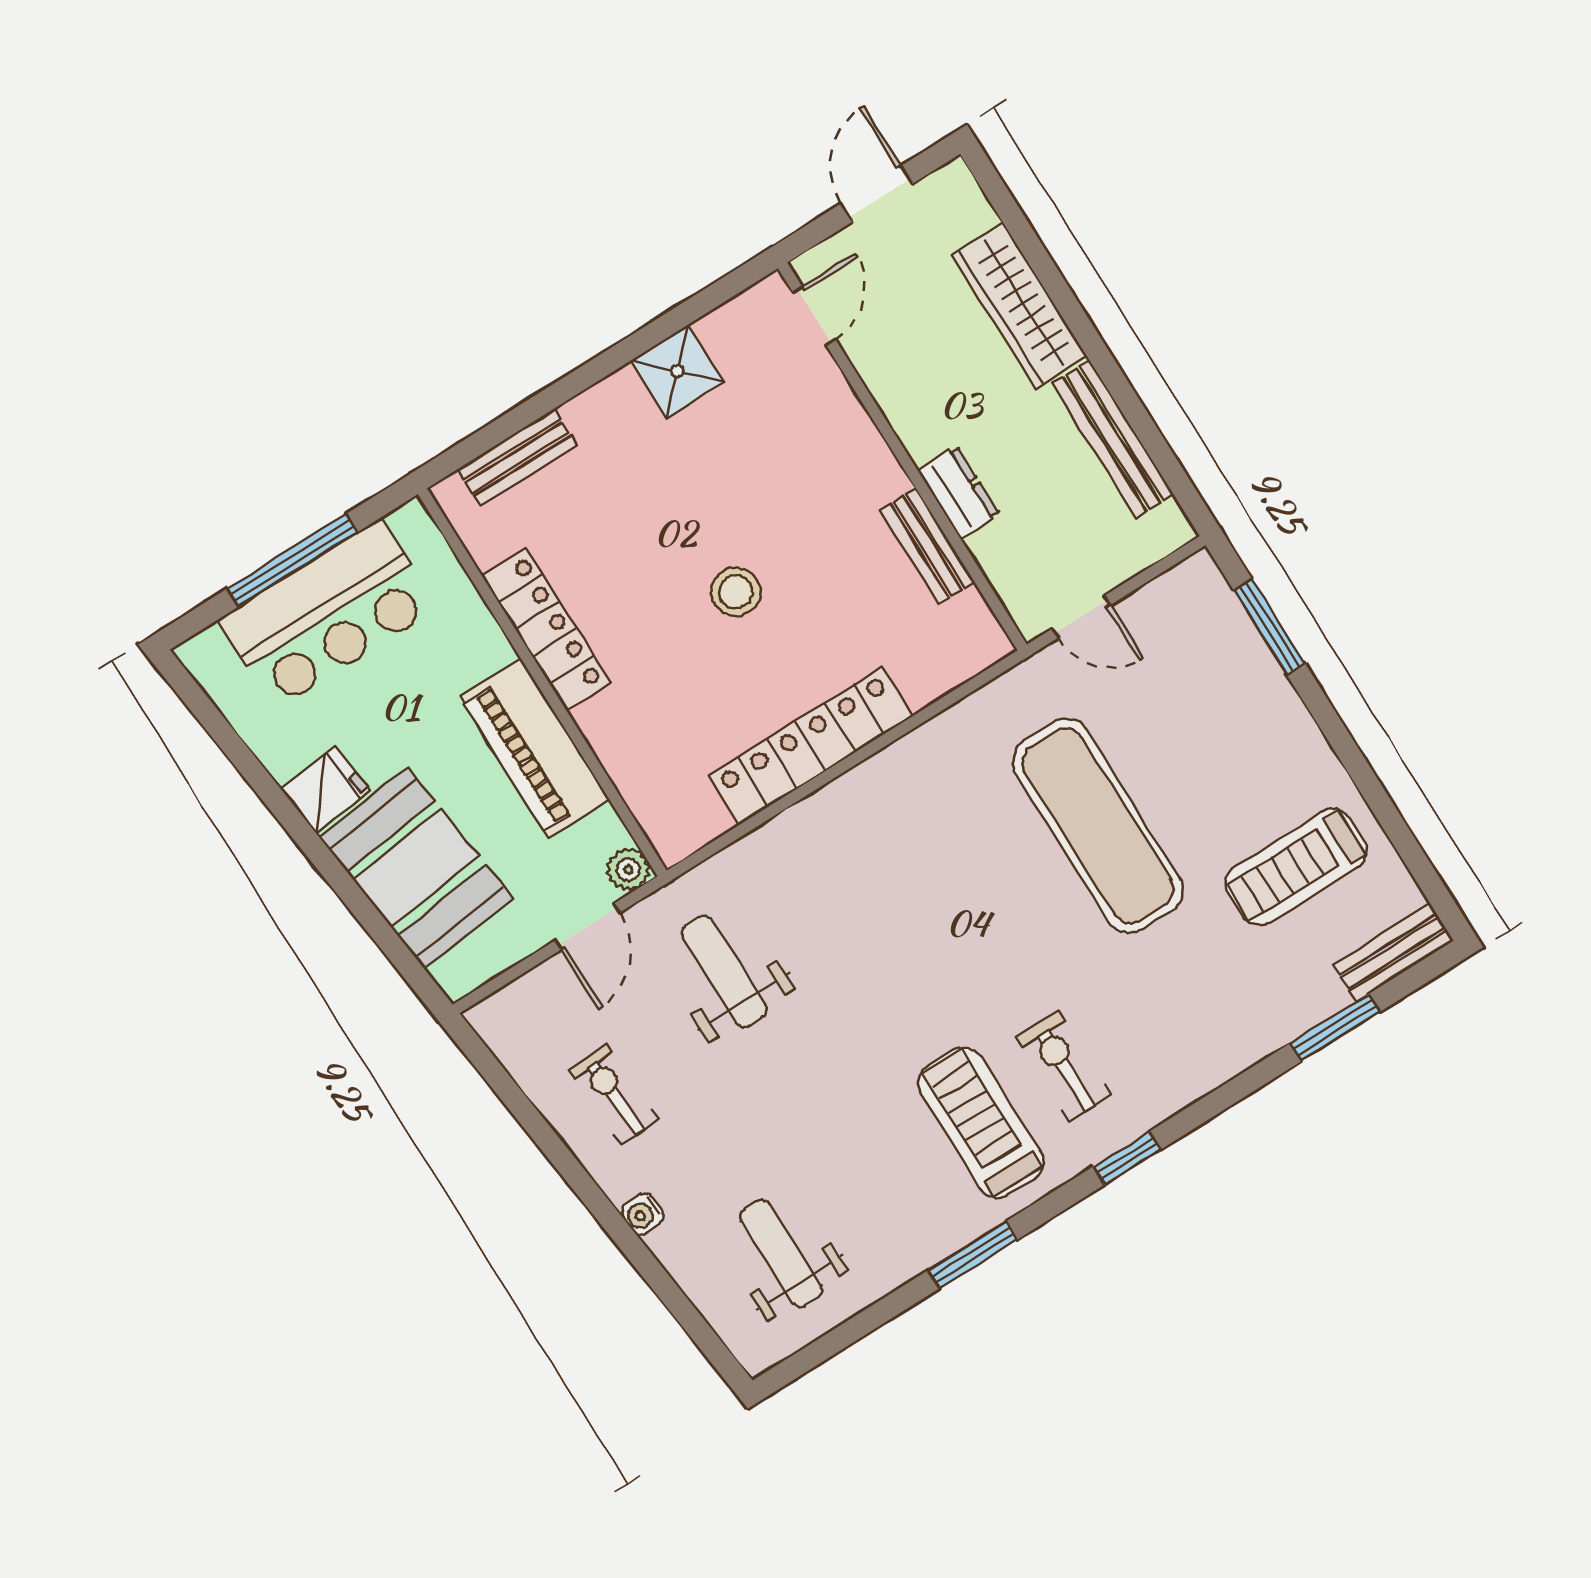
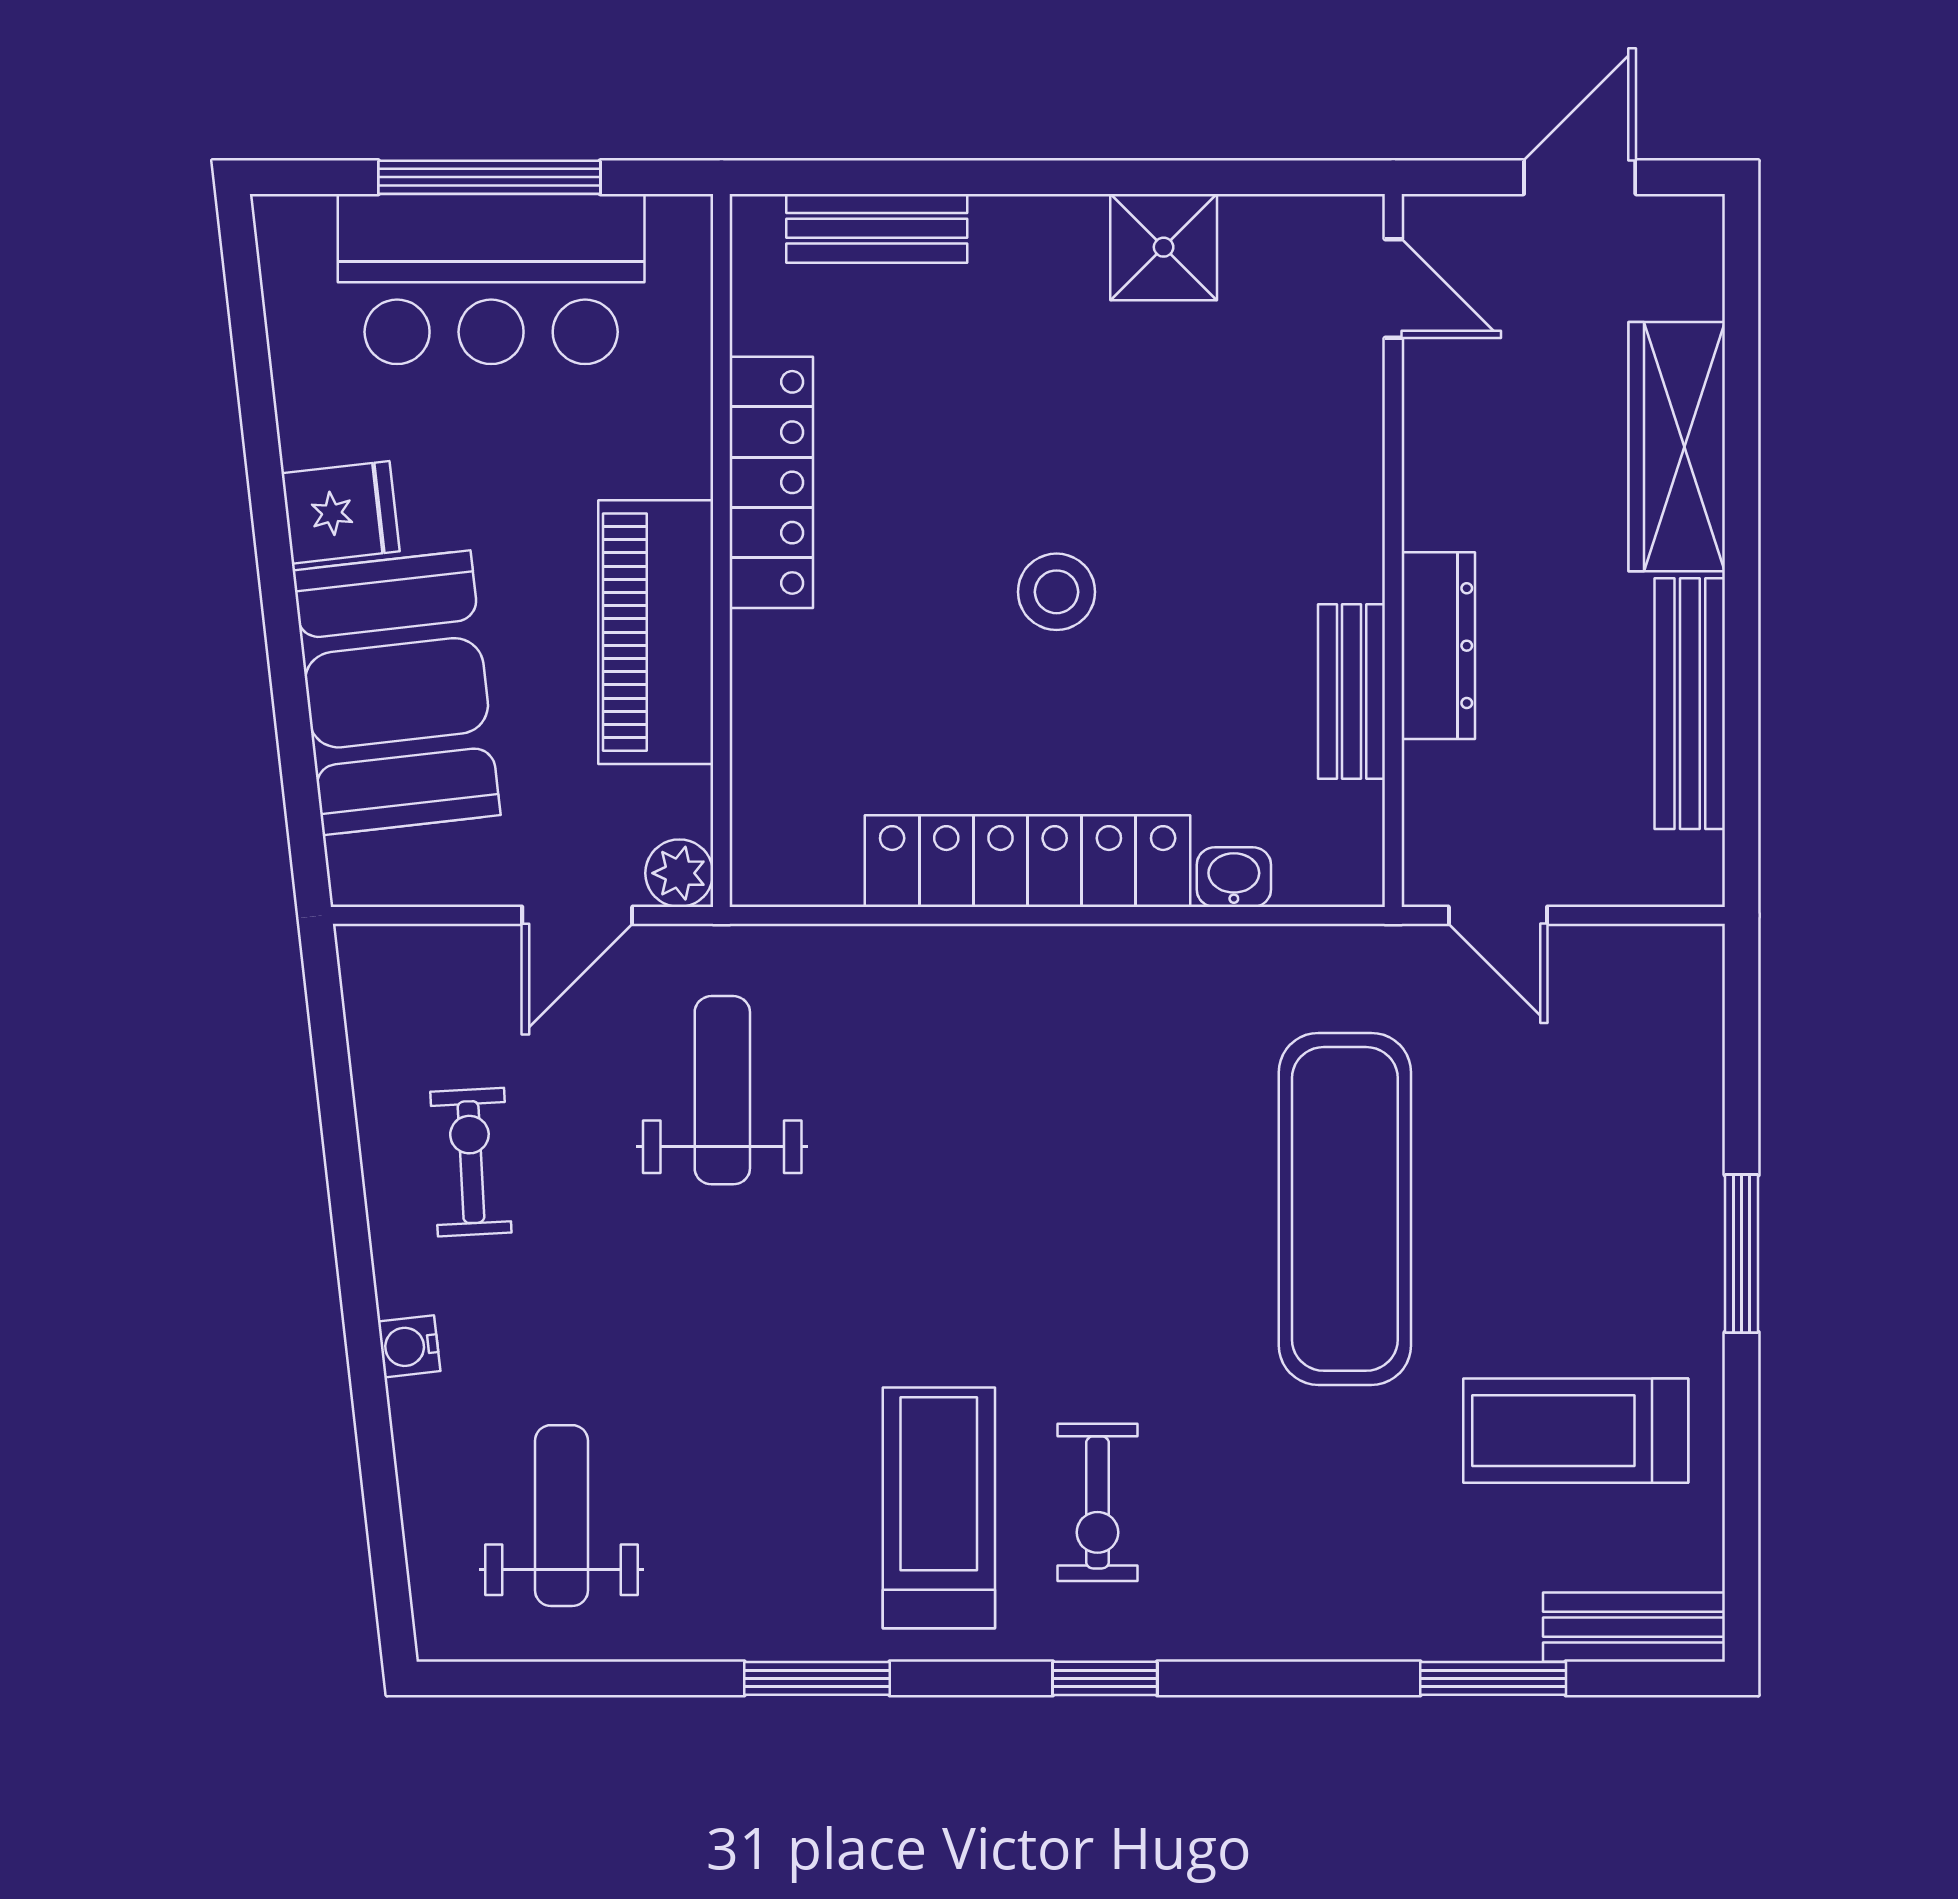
door: (814, 316) -> (1393, 288), hinge flipped
dresser: (958, 492) -> (1438, 646), width x1.44
window: (1269, 627) -> (1742, 1254), moved
washbasin: (927, 685) -> (1234, 877), added
exercise bike: (1064, 1066) -> (1097, 1502), turned 180

